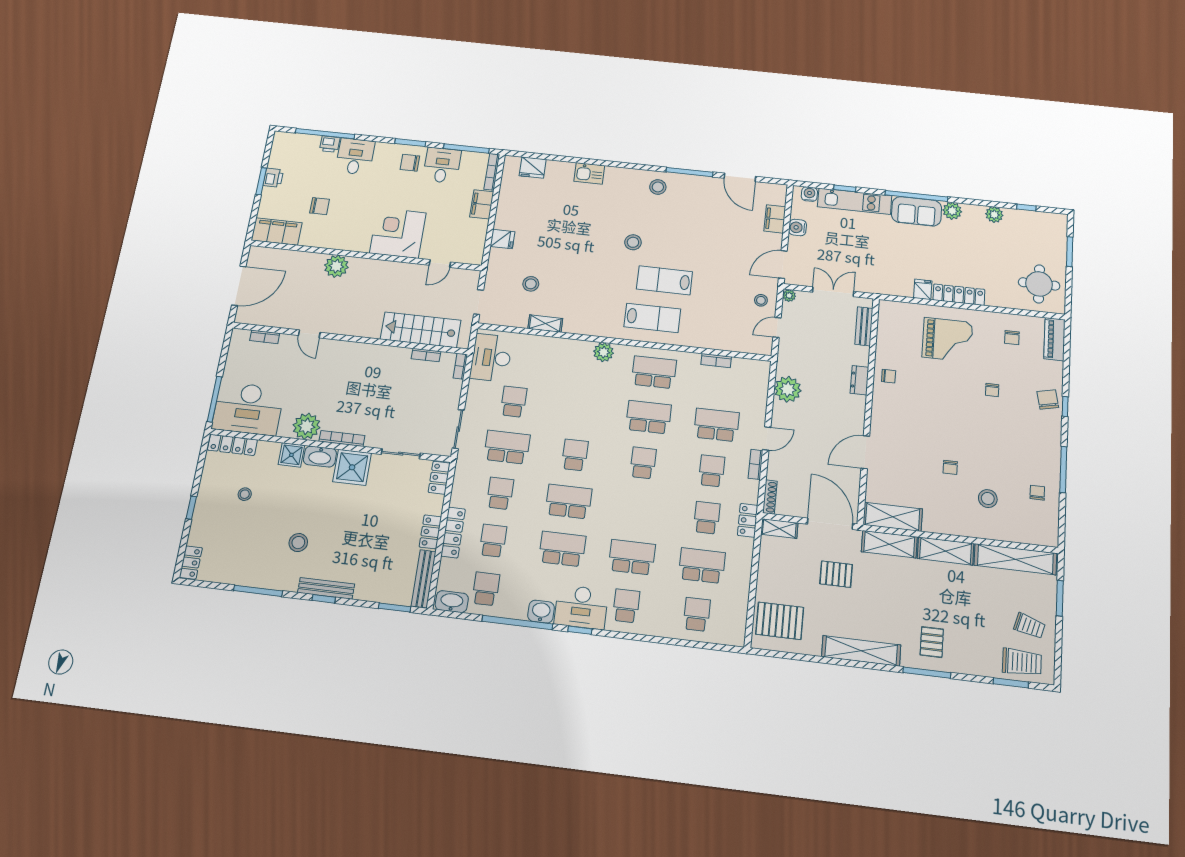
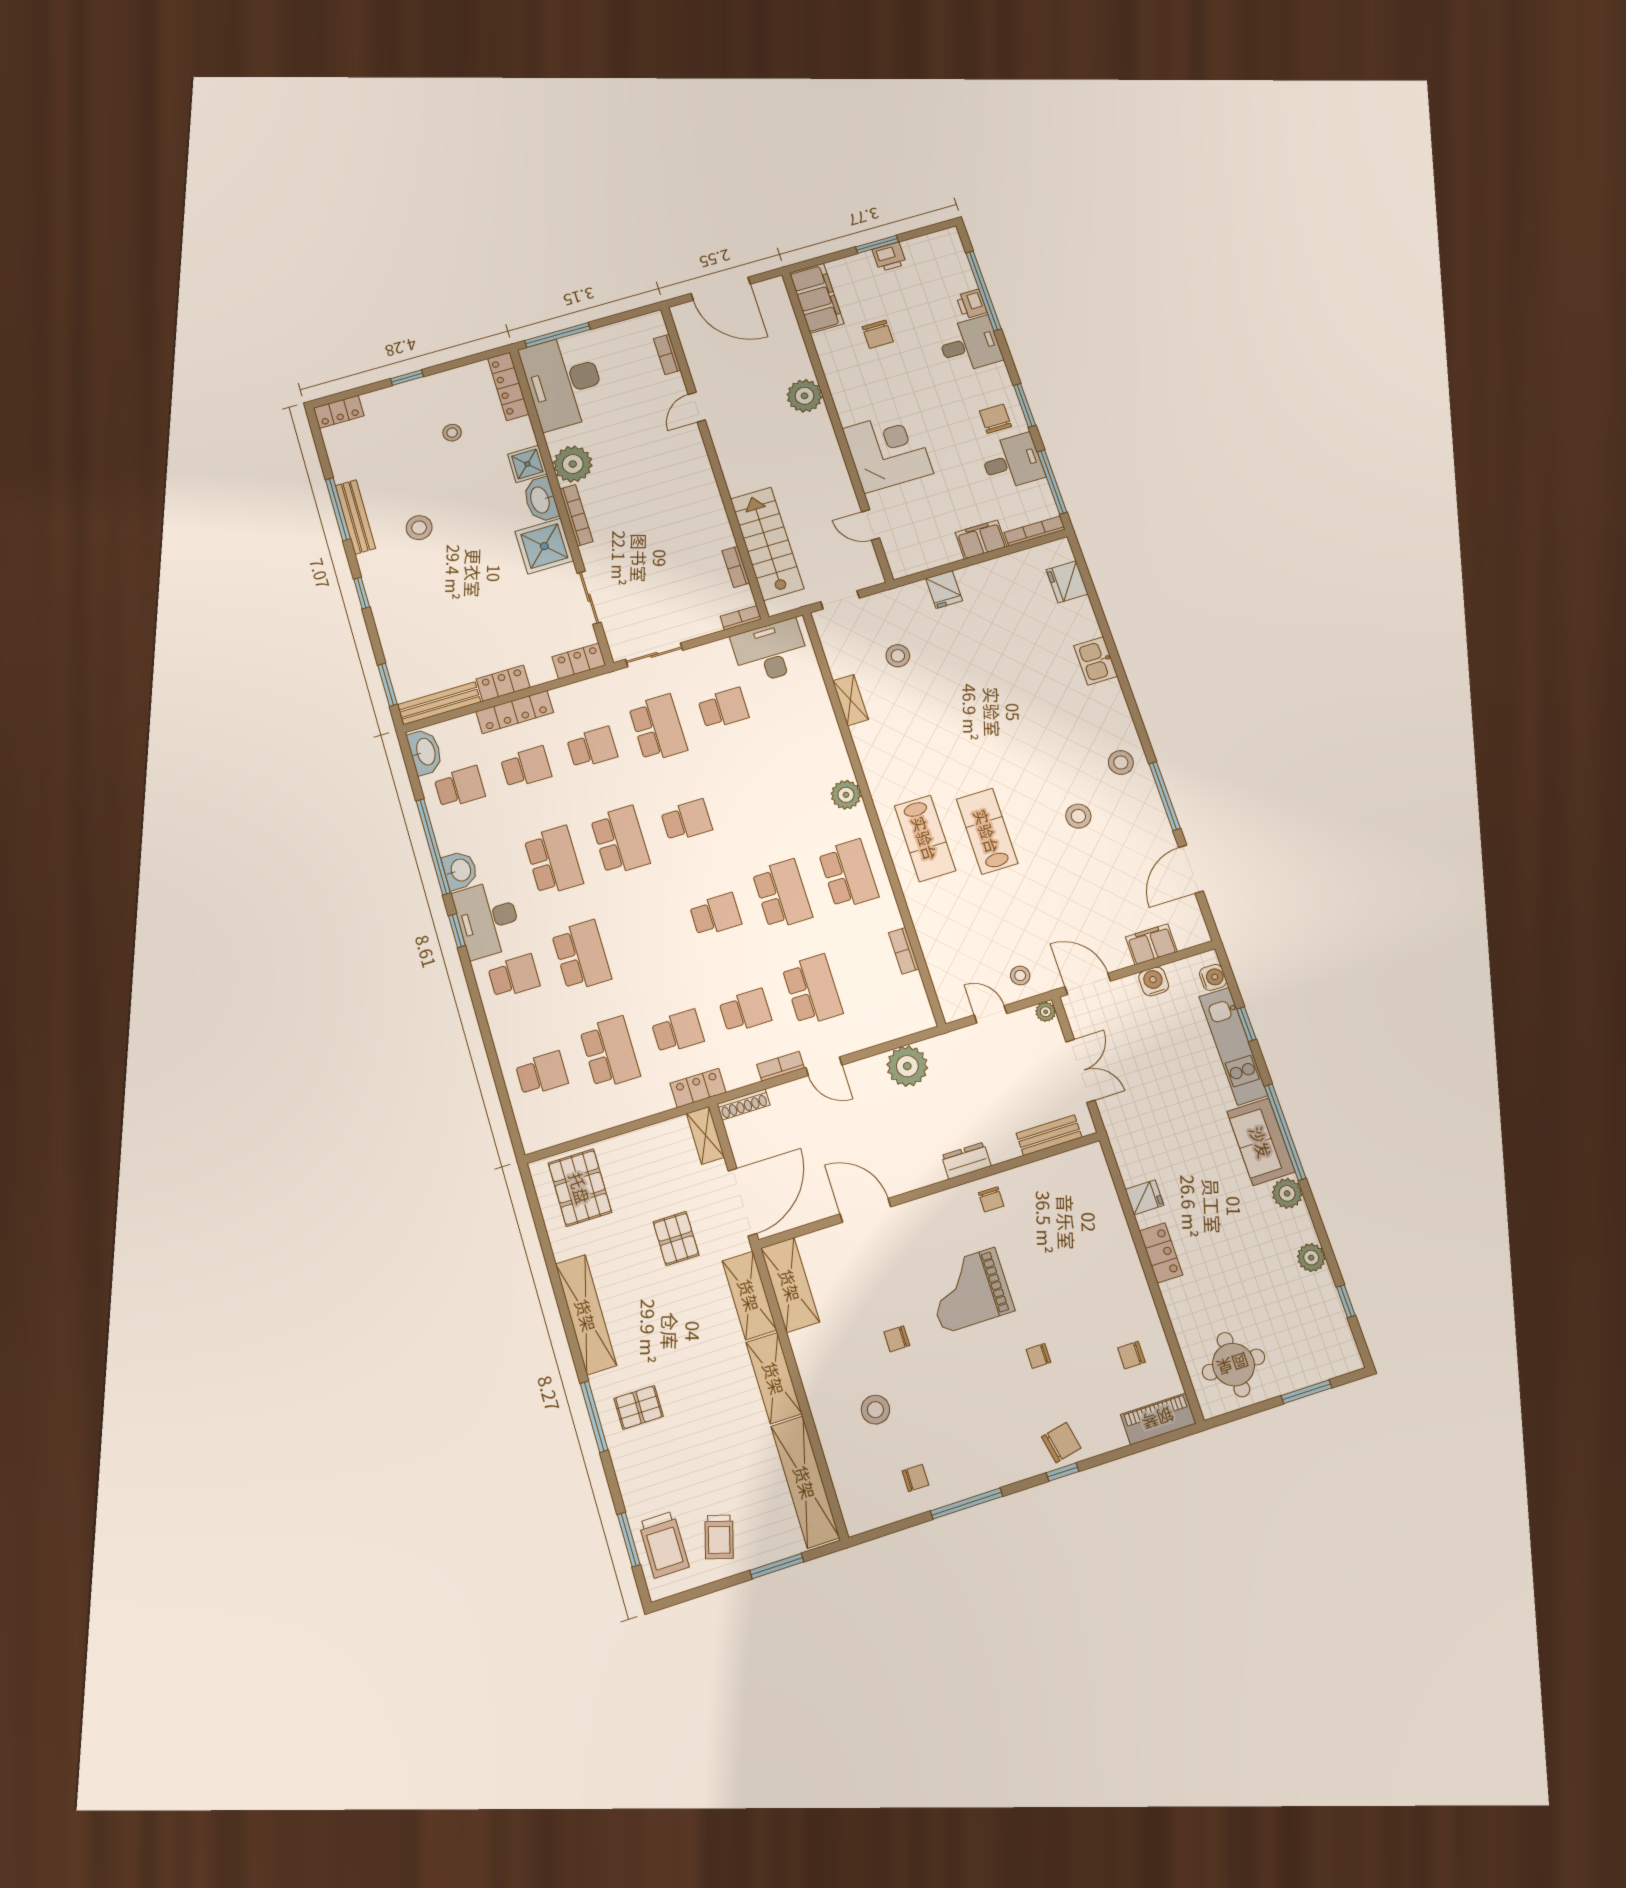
stool: (633, 242) -> (1078, 816), moved
locker: (959, 295) -> (1161, 1253), width x0.66
grand piano: (947, 340) -> (969, 1290), moved, turned 90
bench: (326, 588) -> (355, 517), moved

